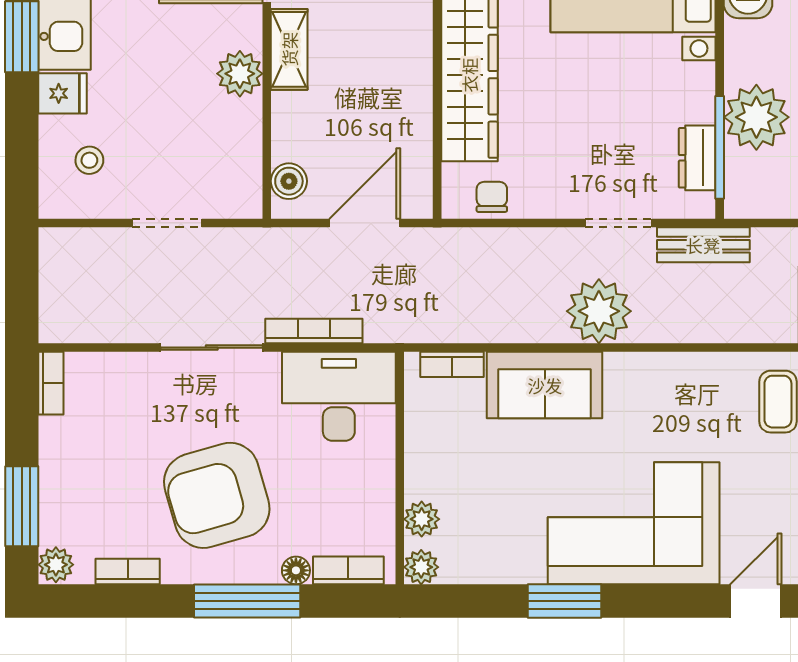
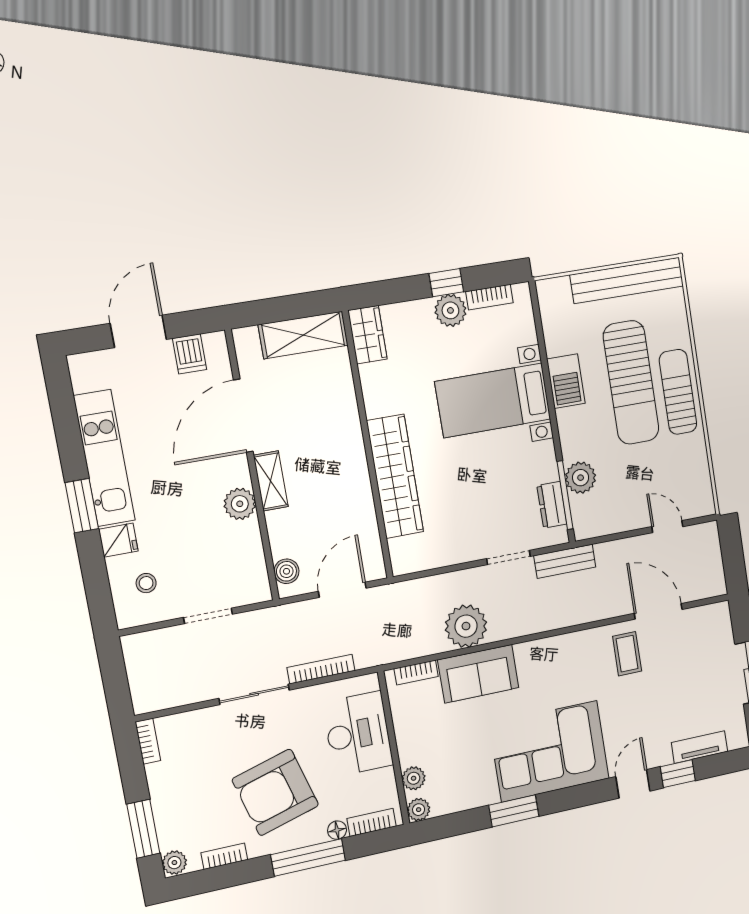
plant: (756, 117) -> (581, 478), width x0.73, depth x0.73
chair: (492, 197) -> (424, 556), removed
plant: (599, 311) -> (466, 626), moved
desk: (339, 396) -> (358, 734), moved, turned 90

